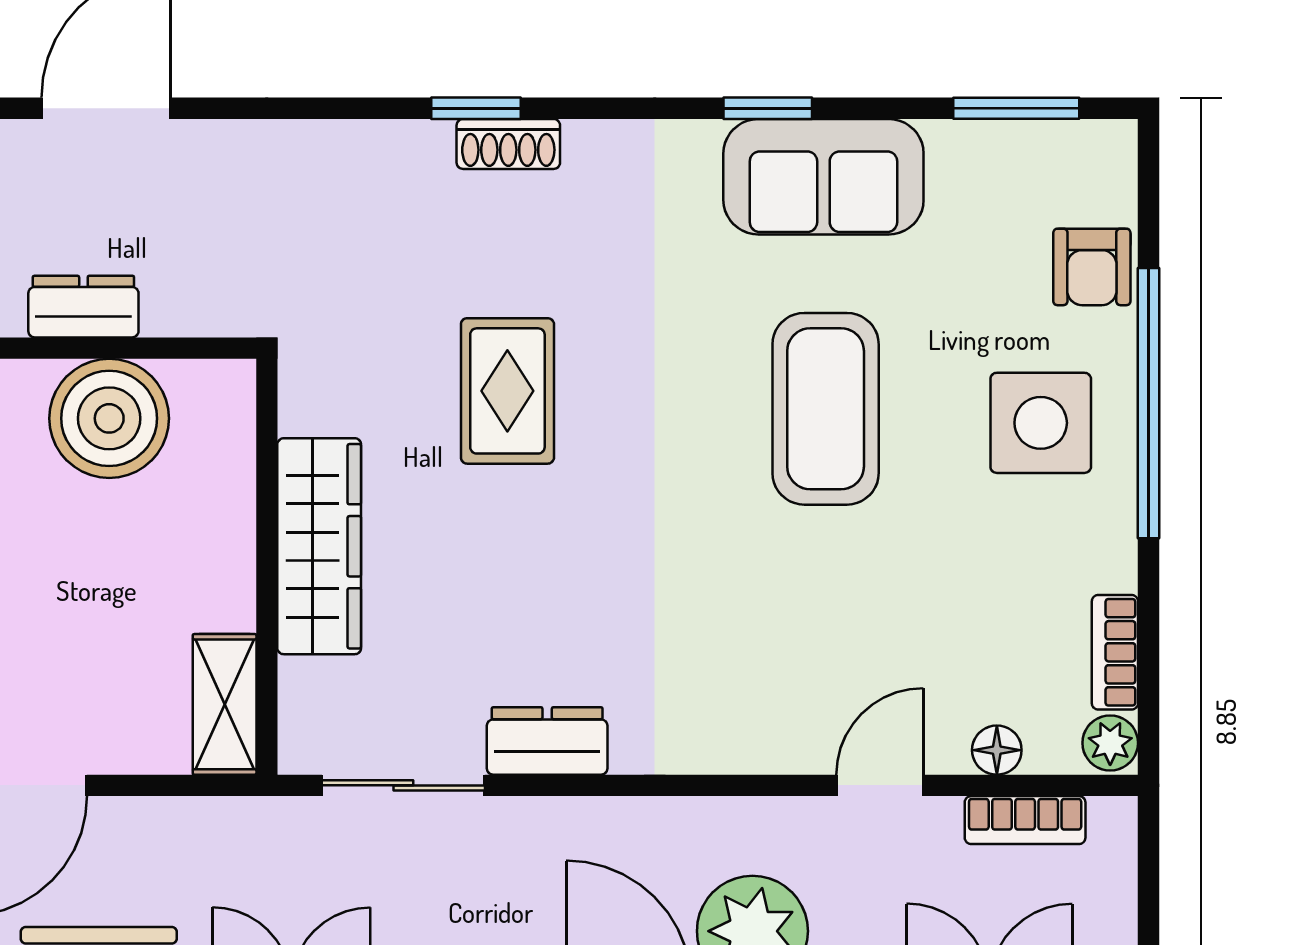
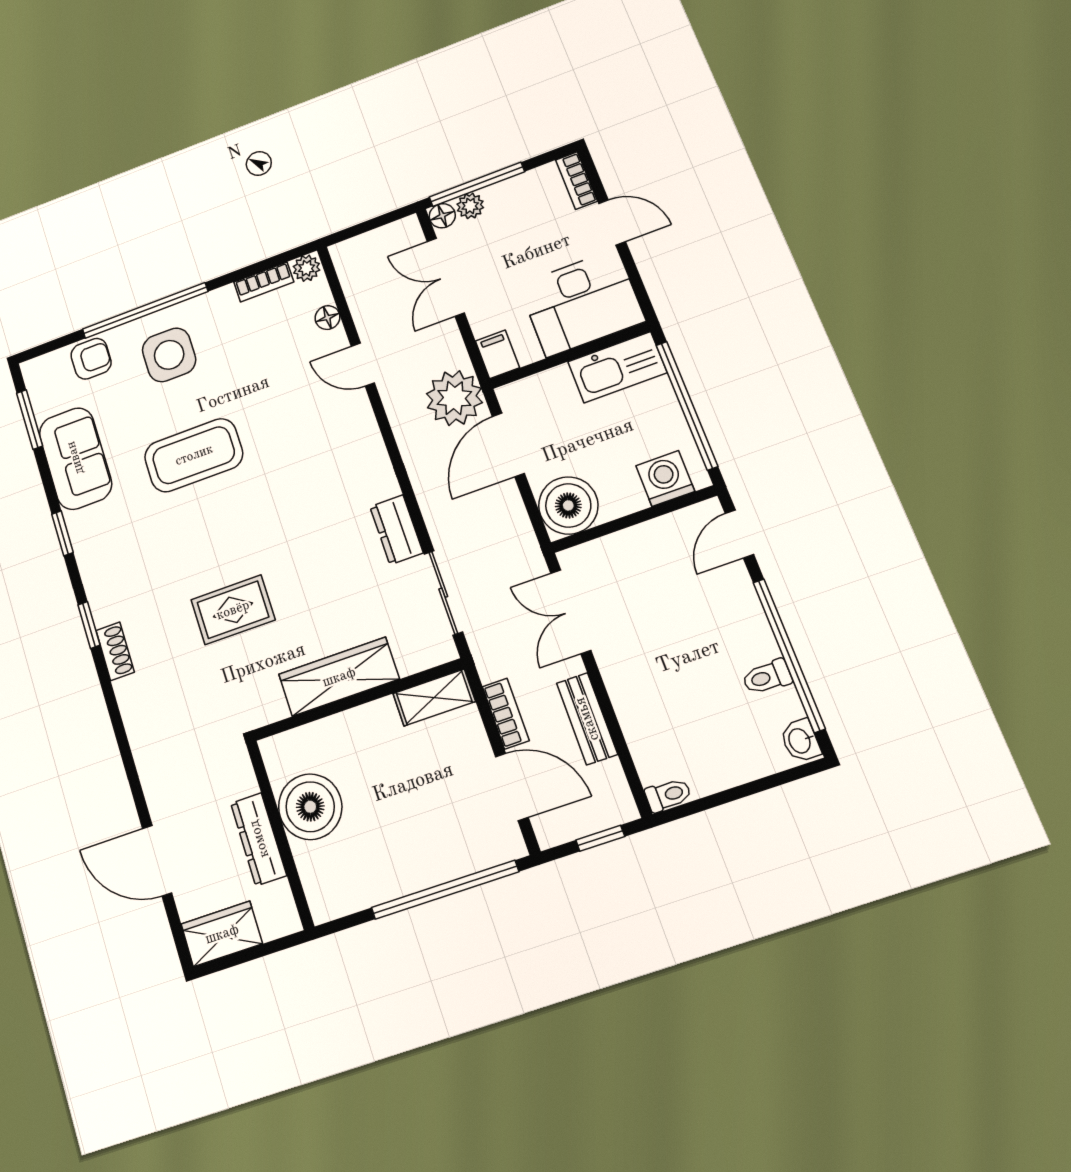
window: (476, 108) -> (89, 625), moved
sofa: (823, 177) -> (75, 458), moved
dresser: (83, 307) -> (259, 839), width x1.44
bookcase: (1025, 820) -> (506, 714), moved

